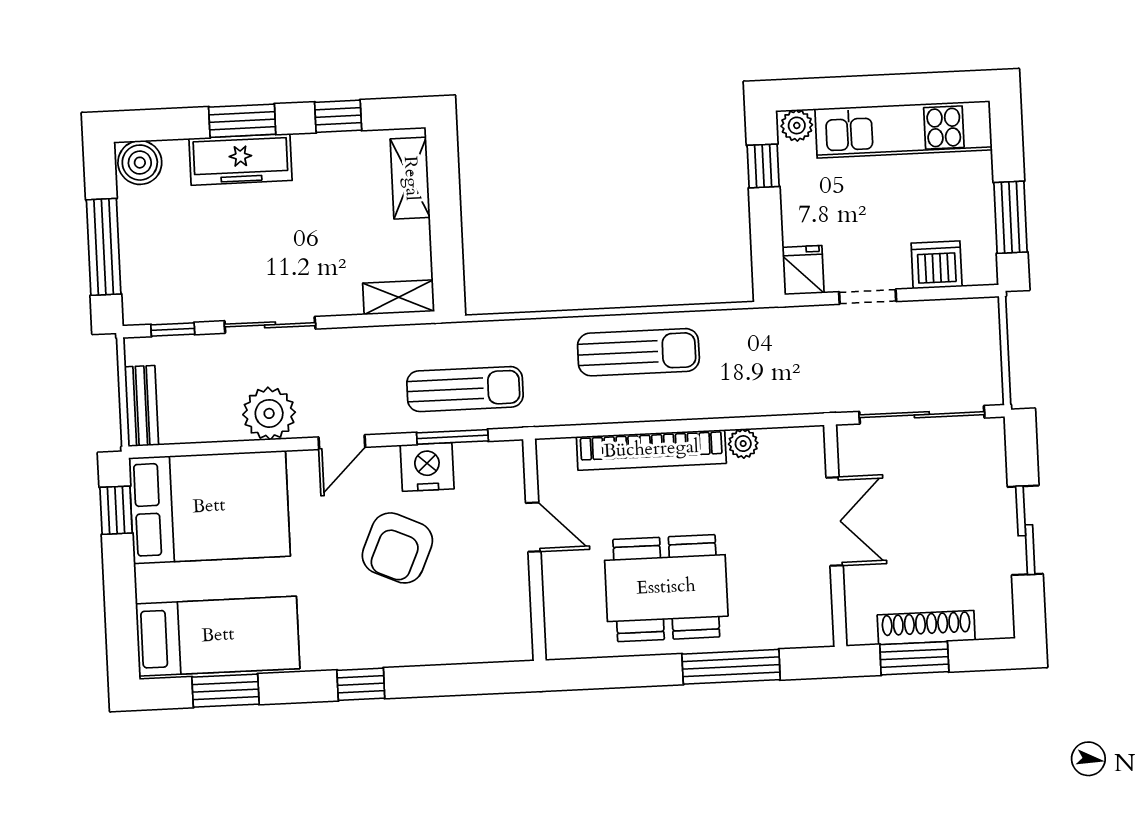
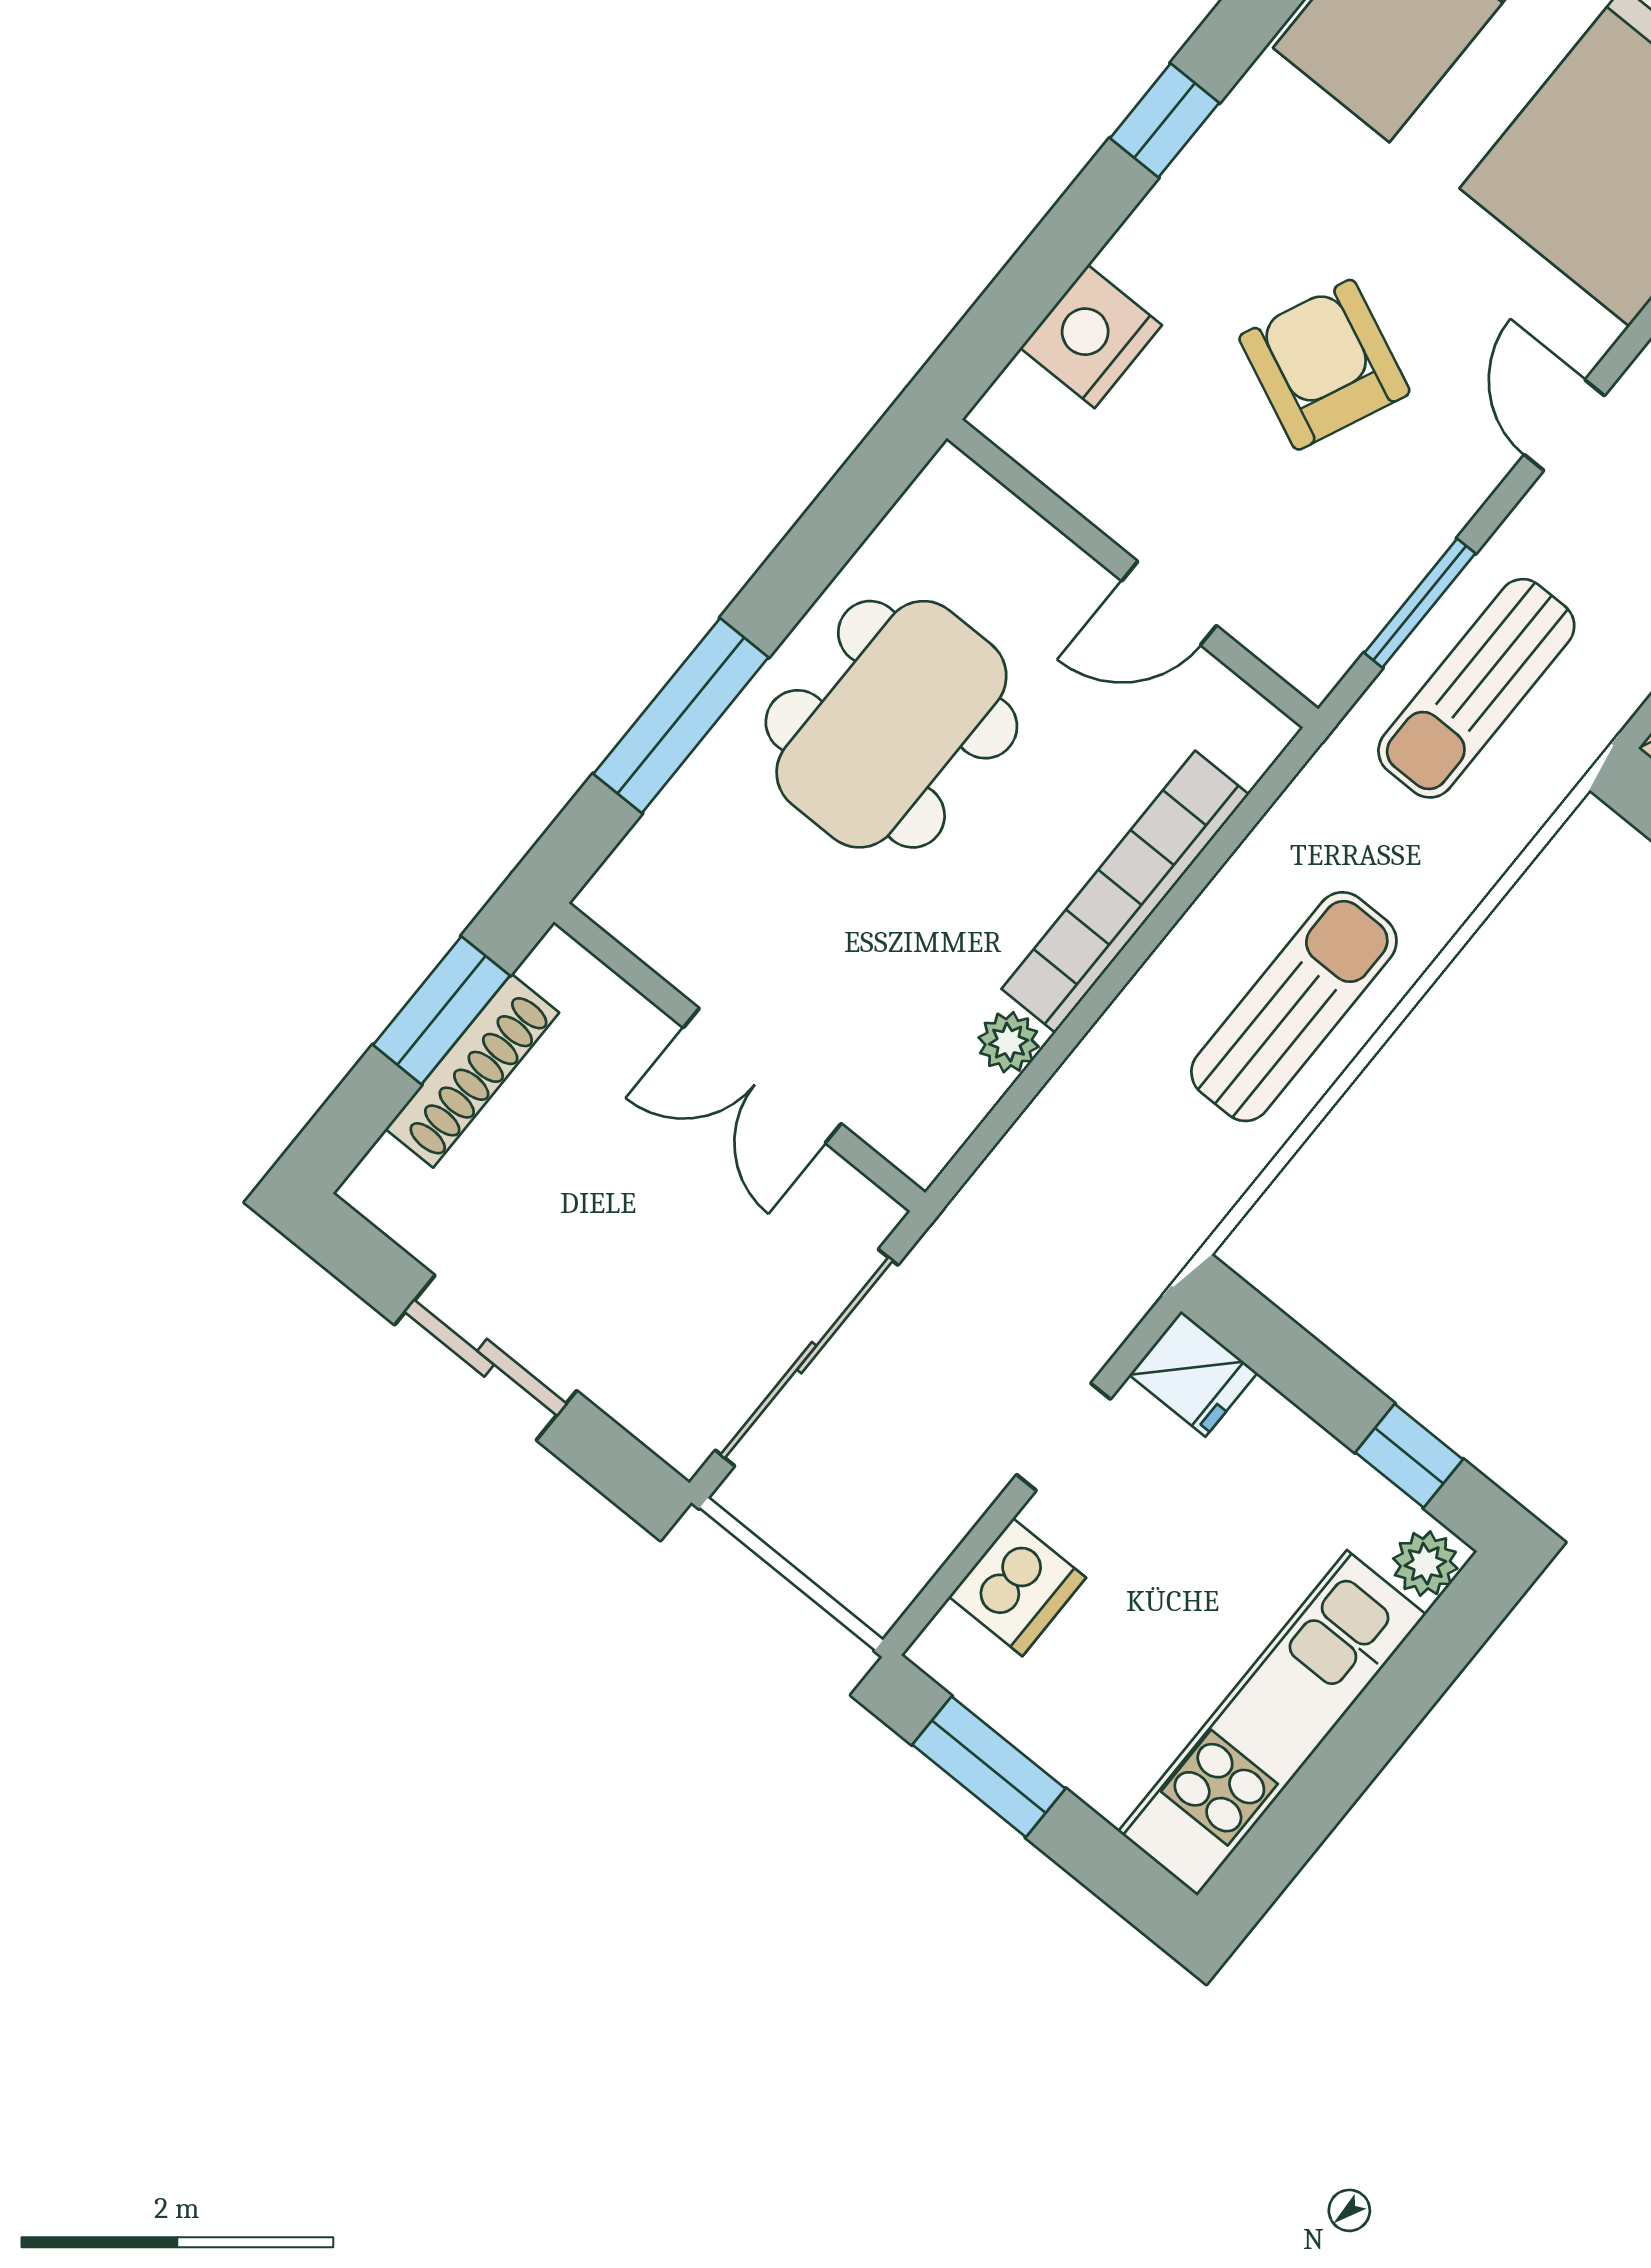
sun lounger: (638, 352) -> (1294, 1007), turned 180
nightstand: (427, 467) -> (1091, 336), moved, turned 180

